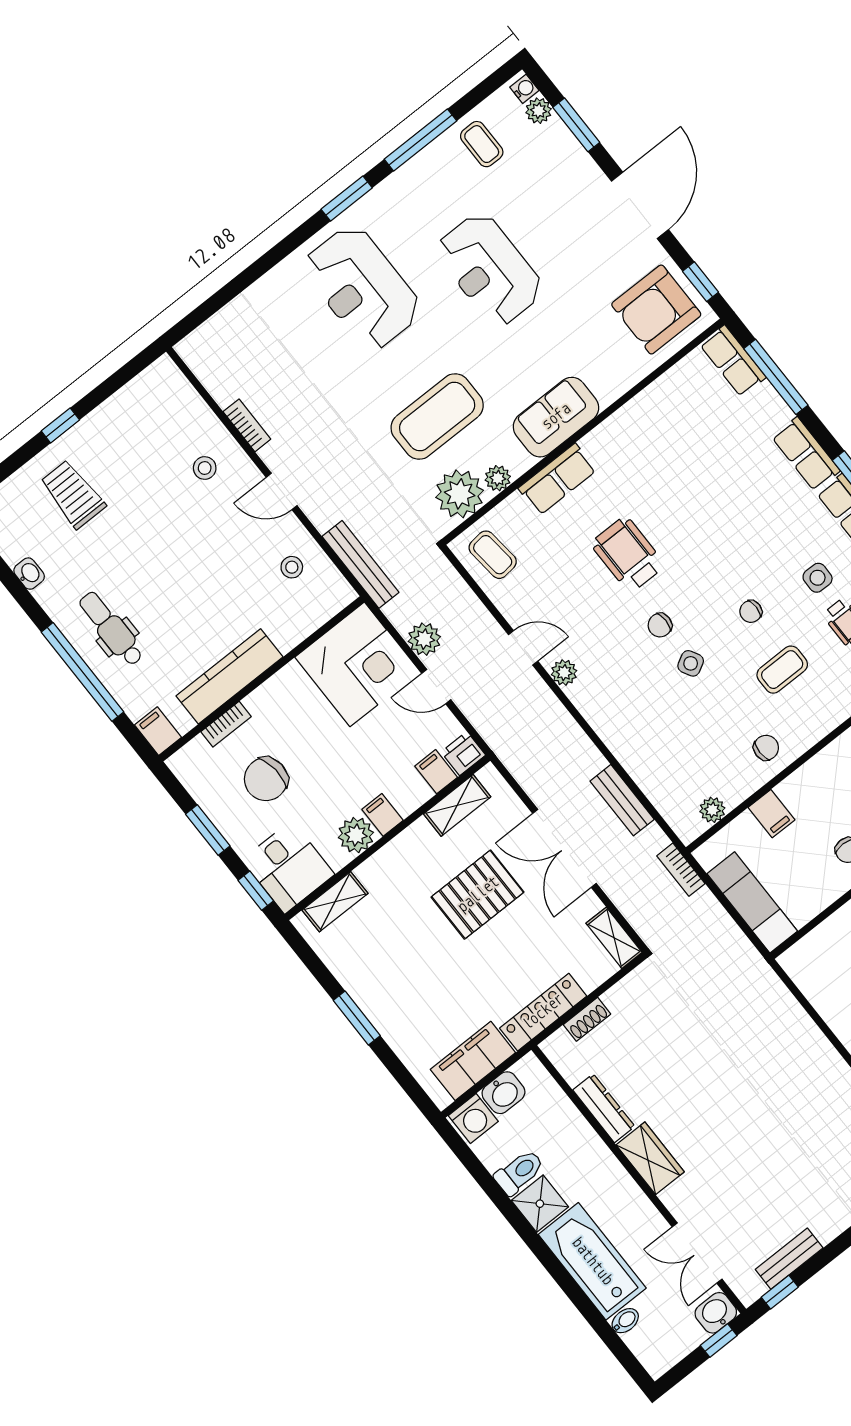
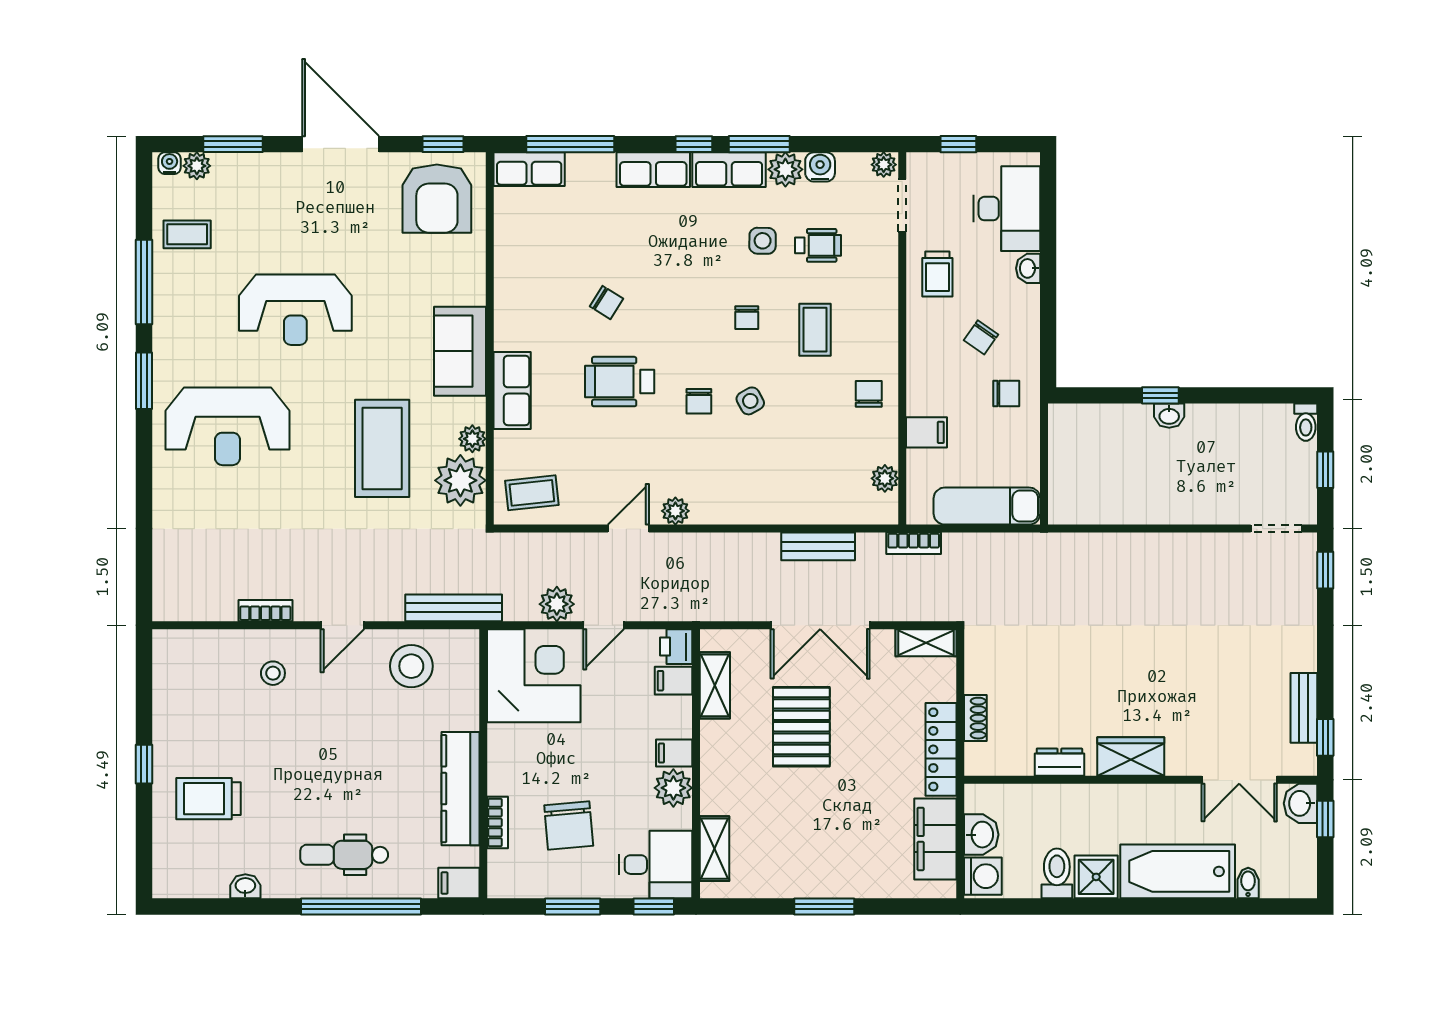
chair: (679, 498) -> (607, 303), added
stool: (292, 567) -> (411, 666), width x1.89, depth x1.89
dresser: (604, 1108) -> (1059, 762), width x0.70

